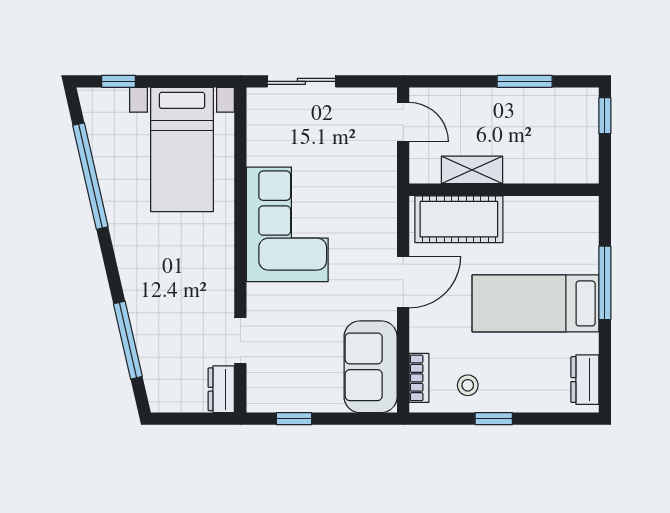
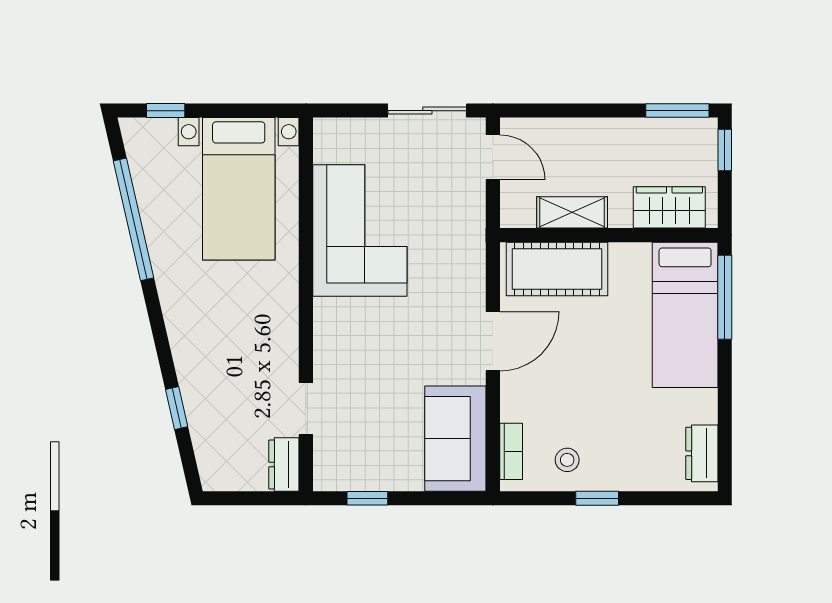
sliding door: (301, 81) -> (427, 111), moved
window: (525, 81) -> (677, 111), moved
wardrobe: (557, 166) -> (669, 207), added
corner sofa: (287, 224) -> (360, 231), moved
window: (605, 283) -> (725, 297), moved
bed: (535, 303) -> (685, 315), moved, turned -90
window: (128, 340) -> (177, 408), width x0.46

